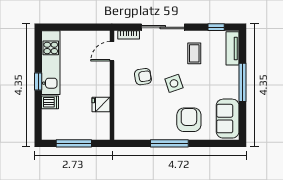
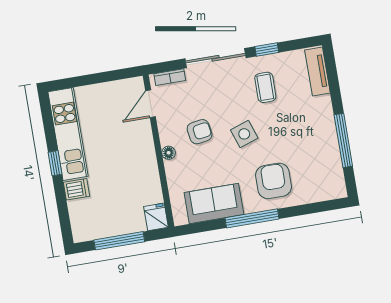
window: (216, 27) -> (267, 50), moved
window: (243, 82) -> (343, 140), moved
floor lamp: (119, 88) -> (169, 153), added
fridge: (101, 104) -> (156, 217), moved, turned 90
sofa: (228, 119) -> (214, 204), moved, turned 90

